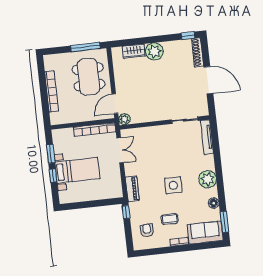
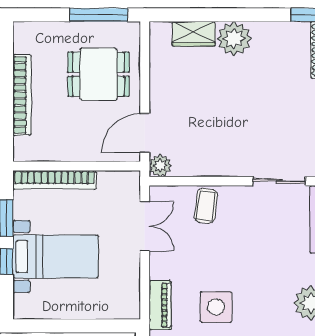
dining table: (88, 77) -> (98, 74), width x0.73
bookcase: (95, 130) -> (55, 180), moved
coffee table: (150, 137) -> (206, 206), added
side table: (173, 185) -> (216, 307), moved

